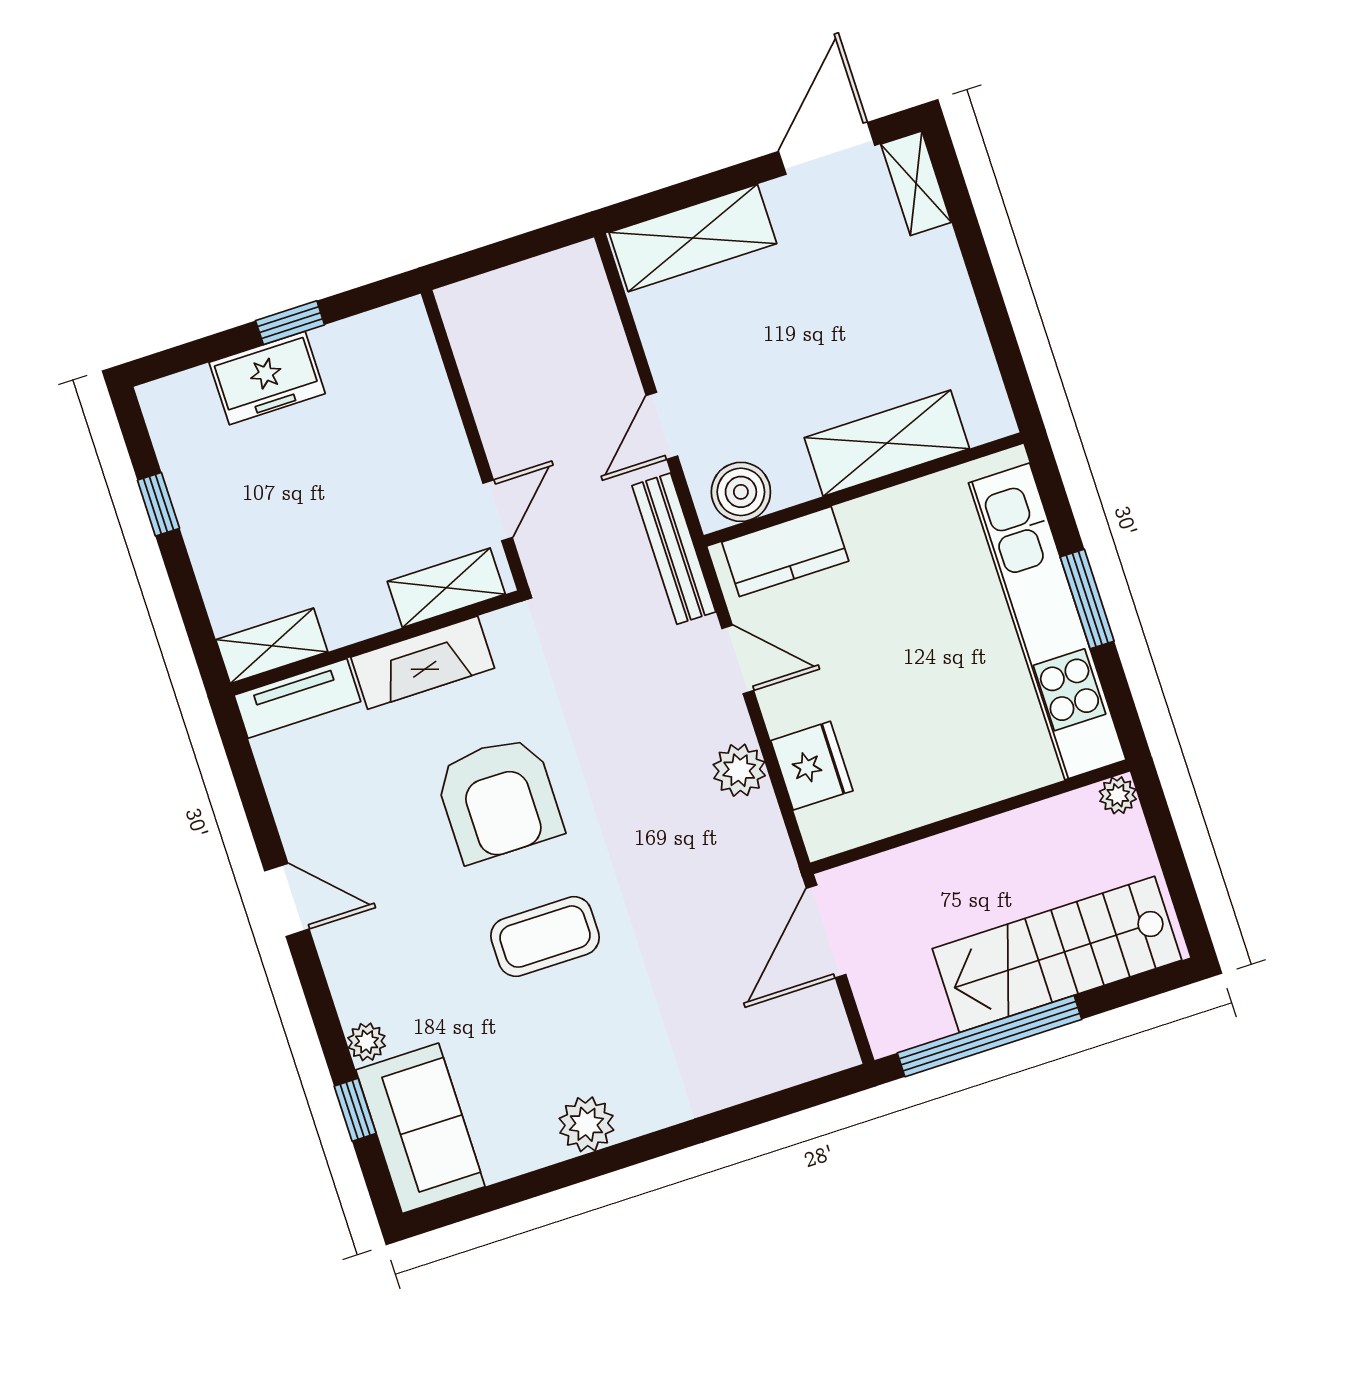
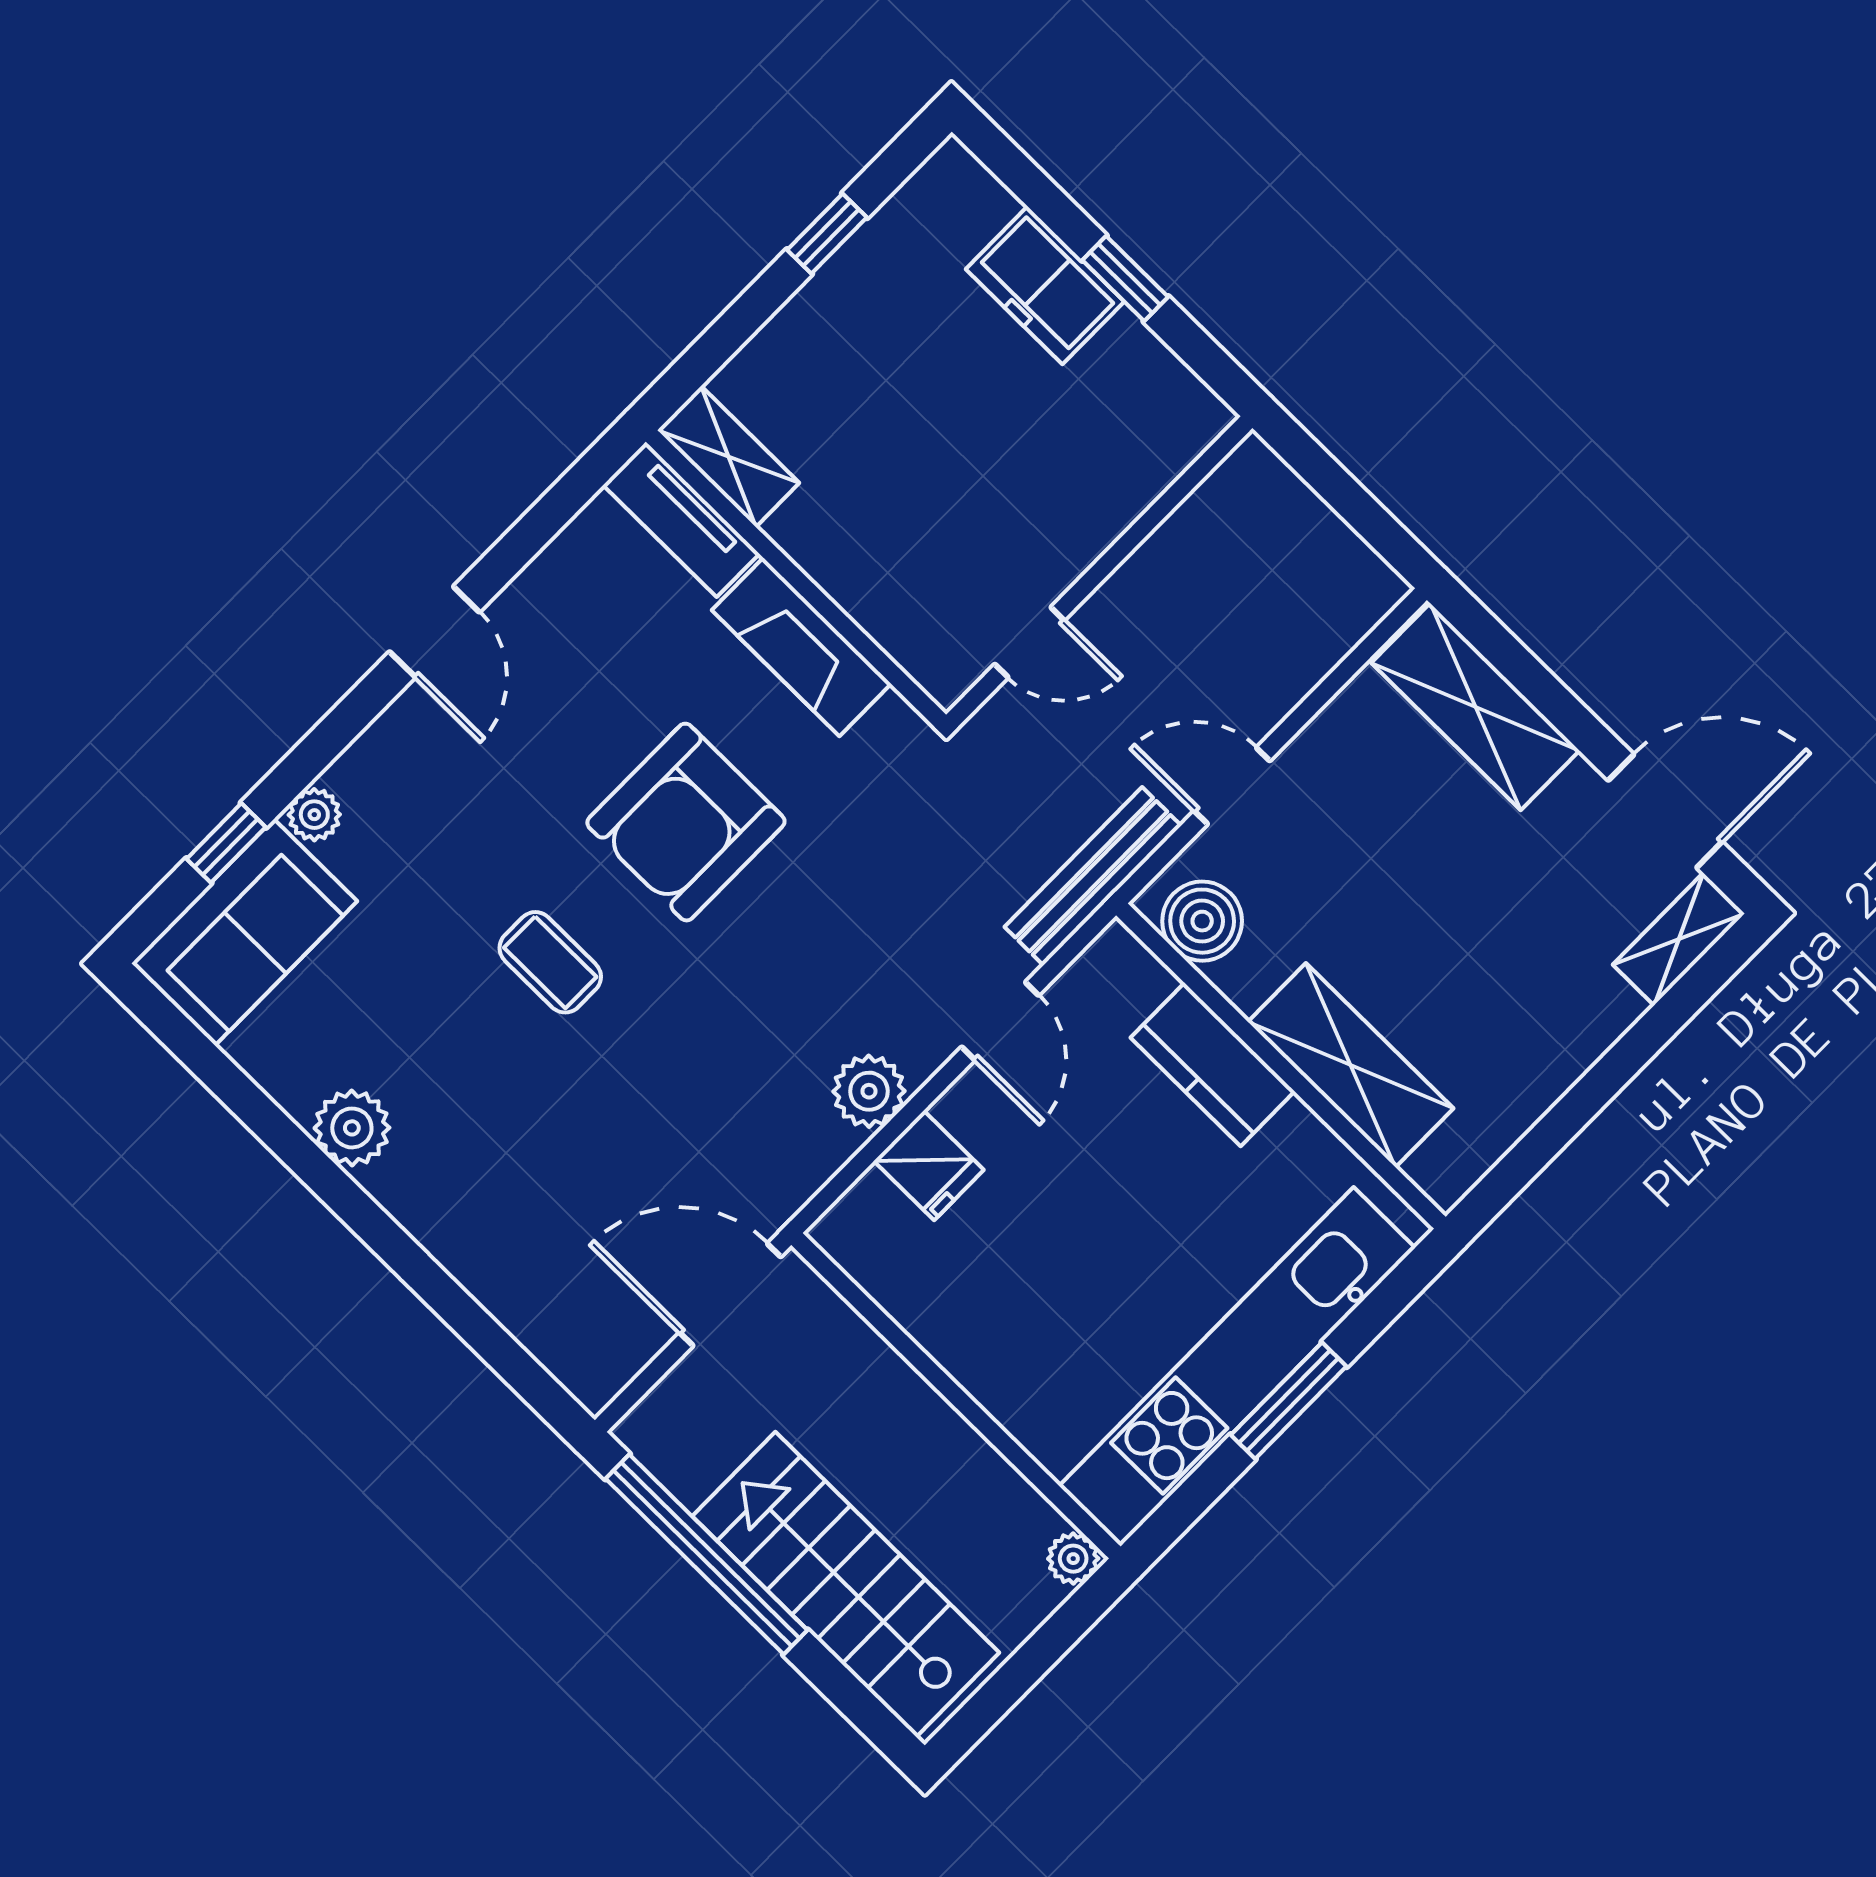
kitchen counter: (785, 552) -> (1213, 1064), moved
shelving: (446, 588) -> (905, 629), removed
fridge: (812, 766) -> (929, 1165), width x0.72
coffee table: (545, 937) -> (550, 962), width x0.73, depth x0.77

